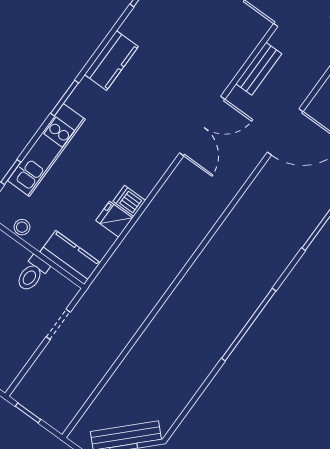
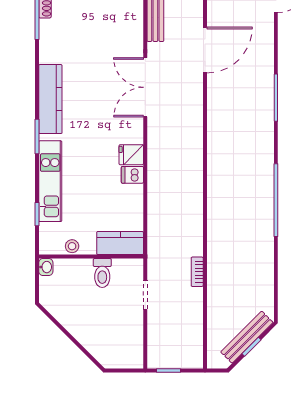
kitchen counter: (111, 60) -> (50, 99), width x1.50
double door: (202, 126) -> (145, 87), swing flipped
fridge: (114, 219) -> (131, 155), moved
bookcase: (124, 338) -> (197, 272), added

